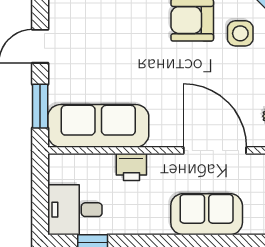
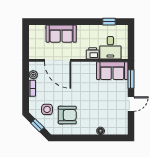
sofa: (98, 126) -> (112, 71), width x0.73
desk: (75, 210) -> (110, 48), moved, turned 90

